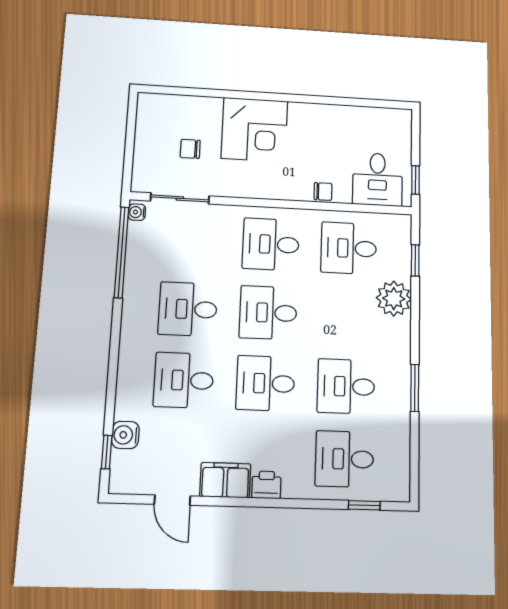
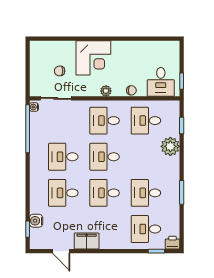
plant: (275, 190) -> (106, 91), added
printer: (266, 485) -> (173, 243), moved

